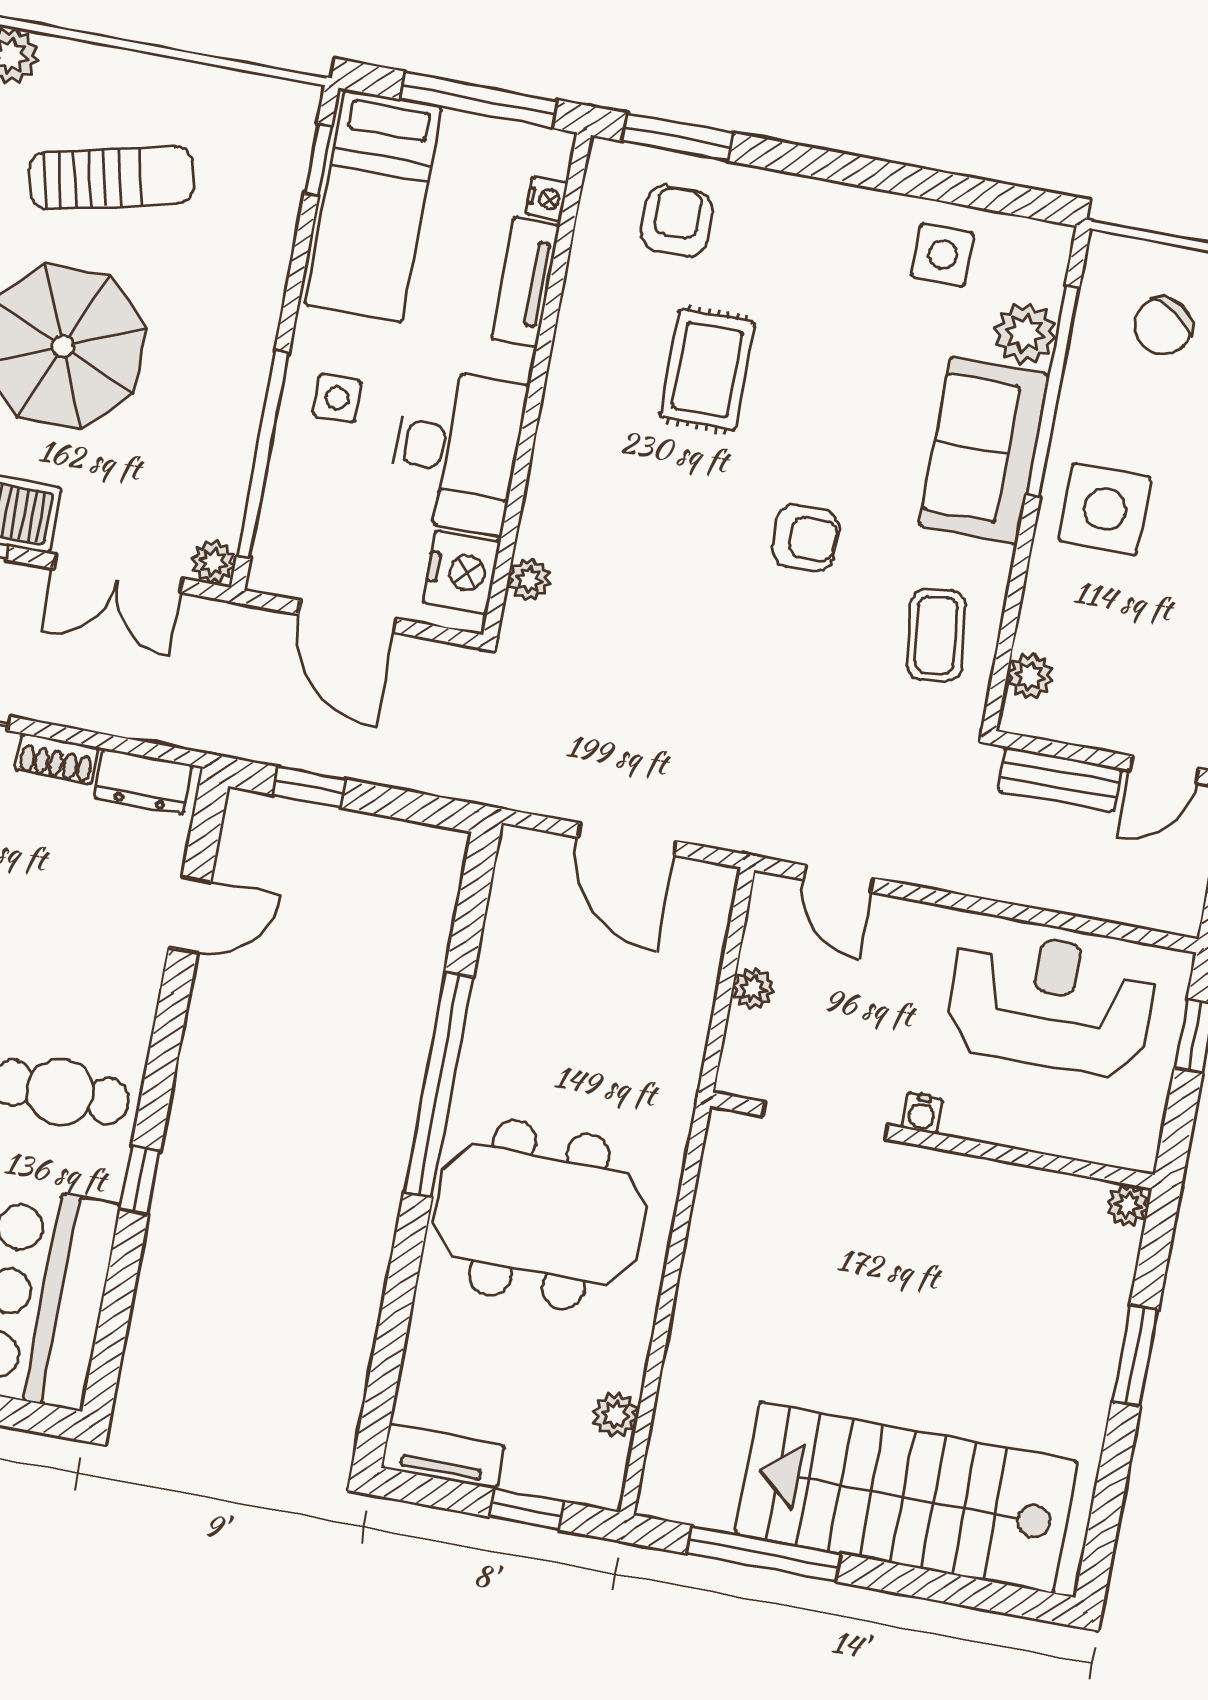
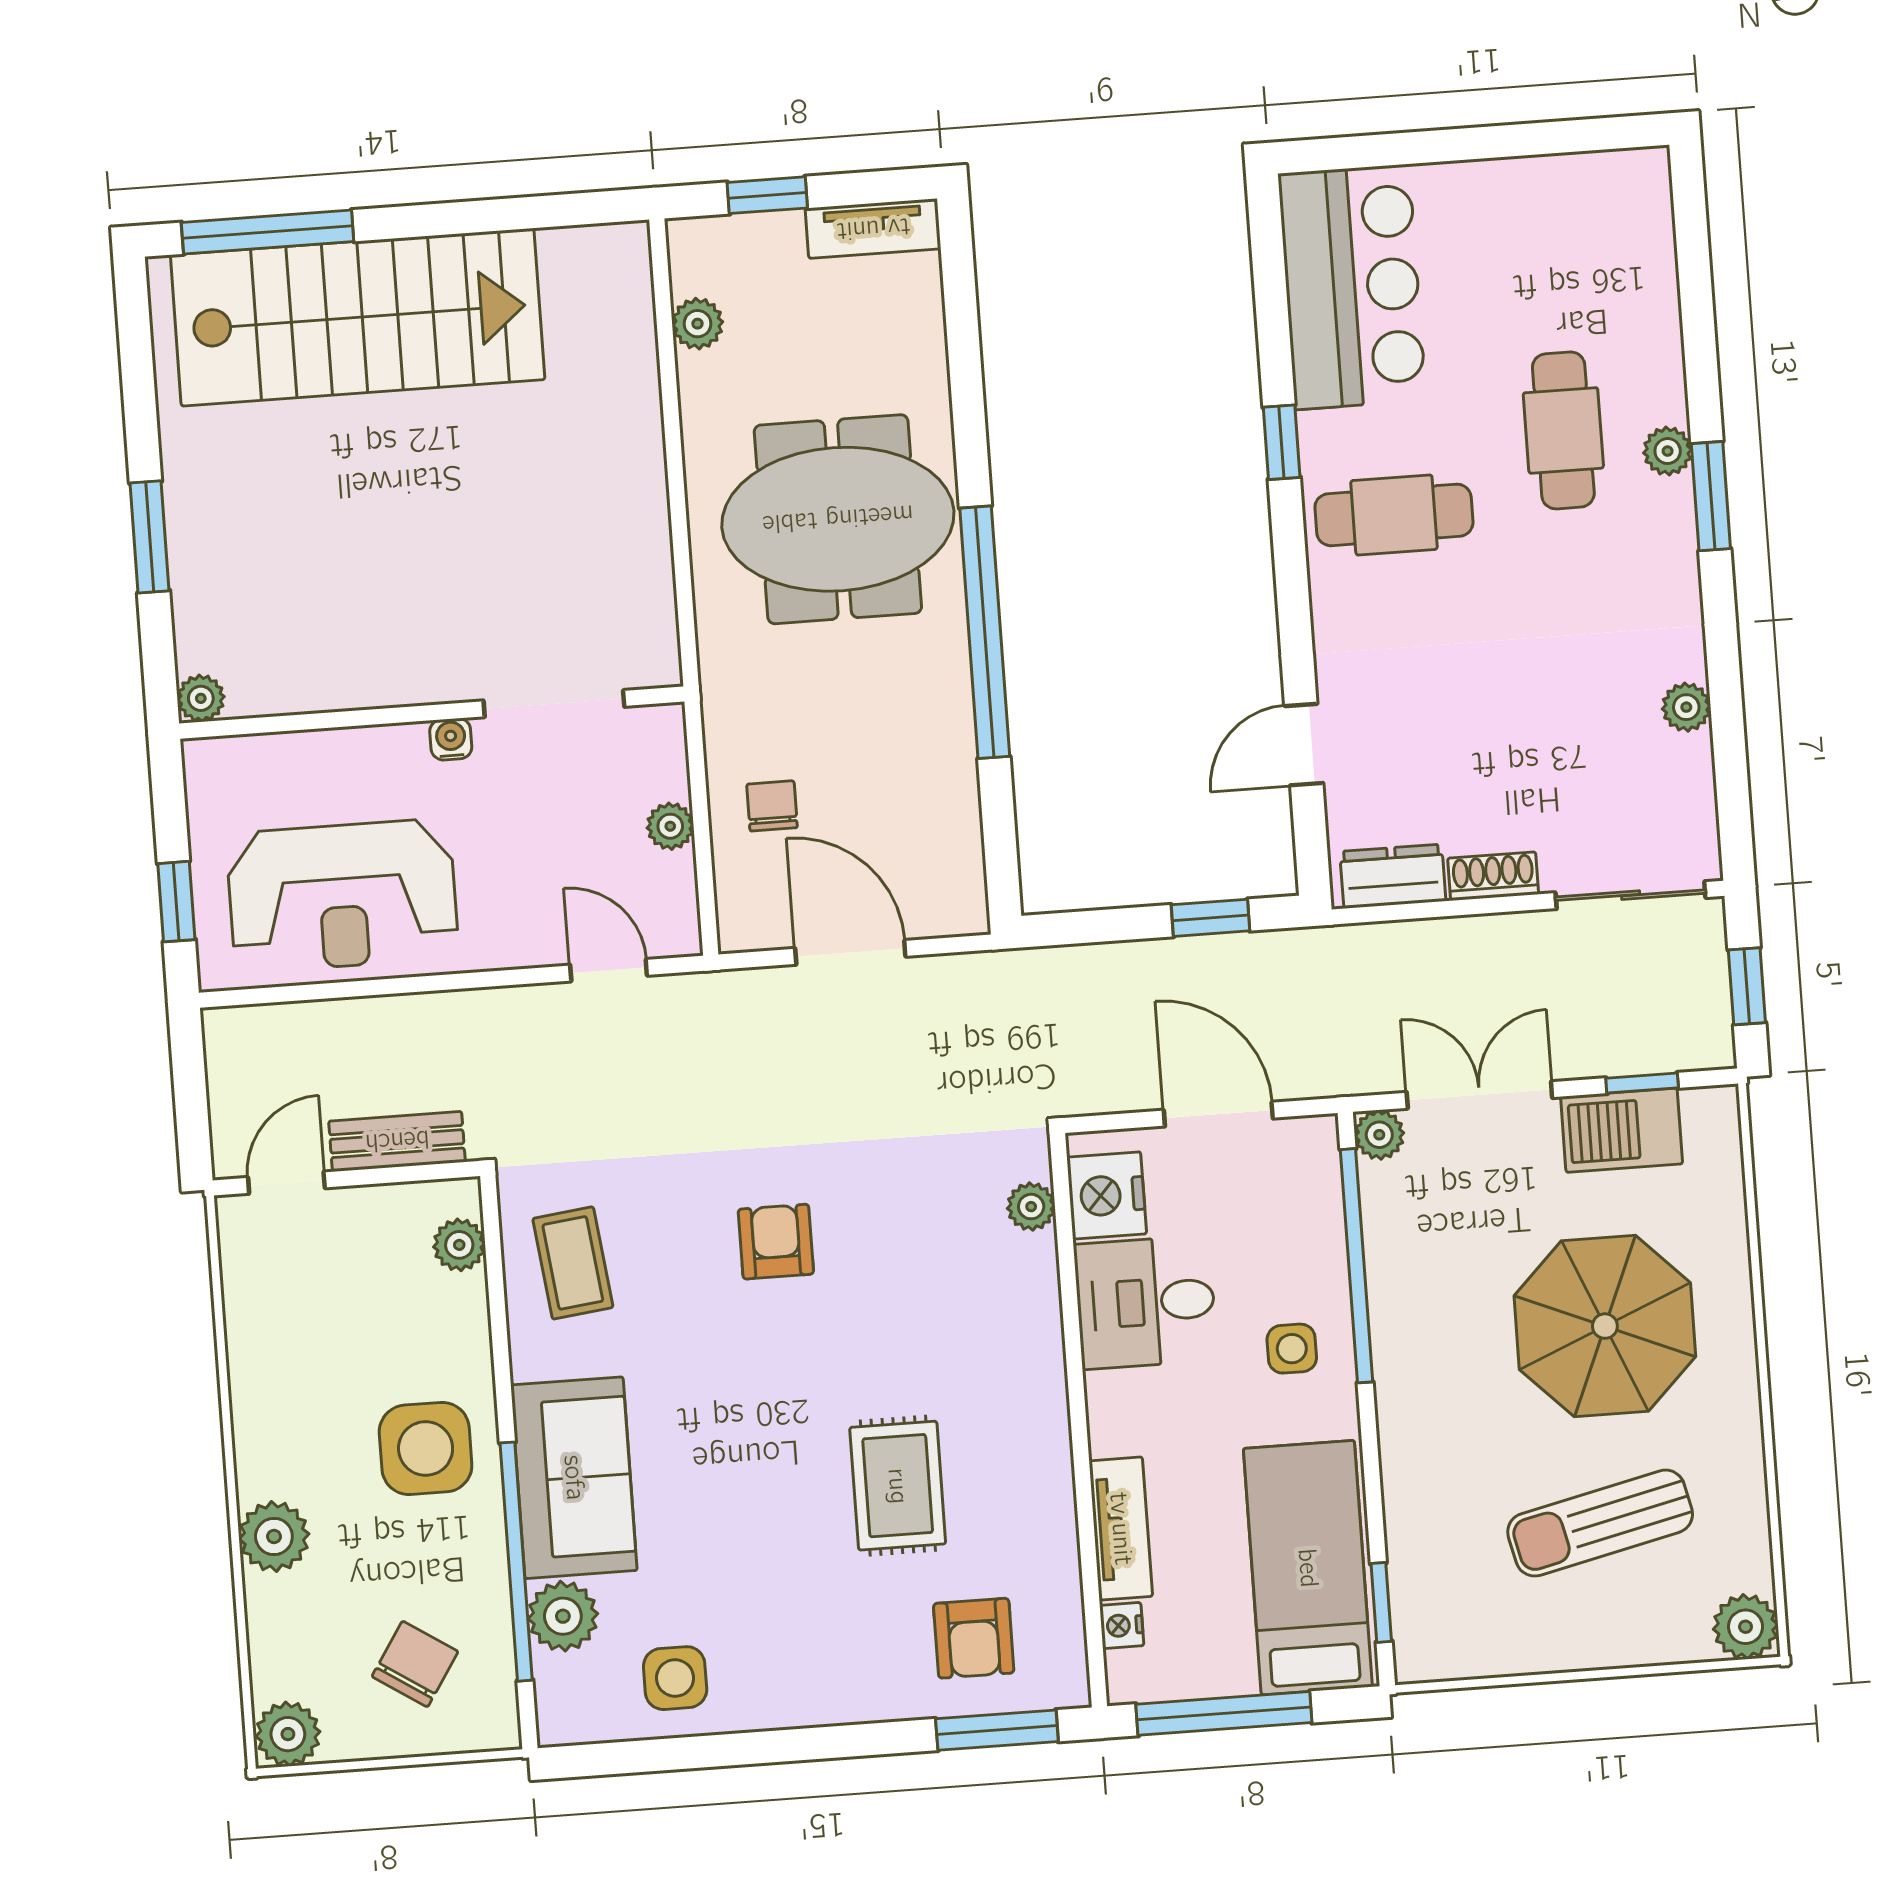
desk: (456, 451) -> (1145, 1302), width x0.73
armchair: (806, 538) -> (776, 1242), moved, turned 90
chair: (661, 983) -> (772, 806), added
window: (764, 1554) -> (268, 232), moved

